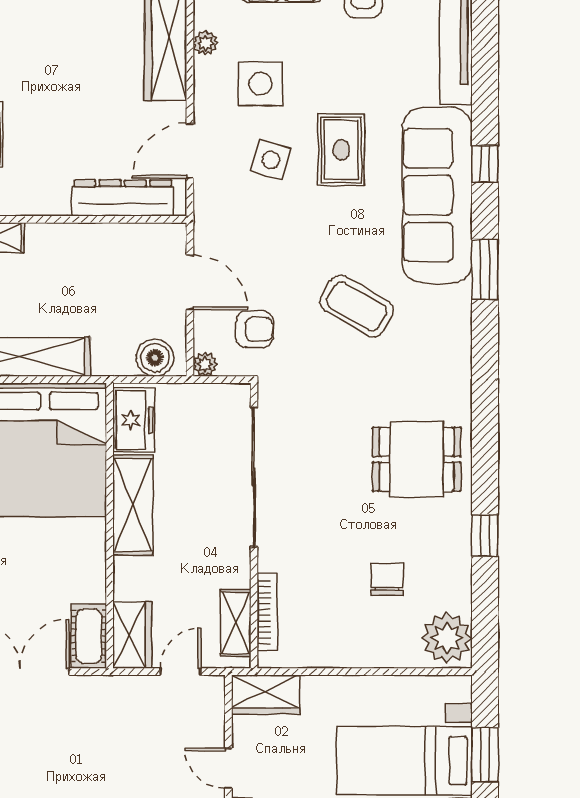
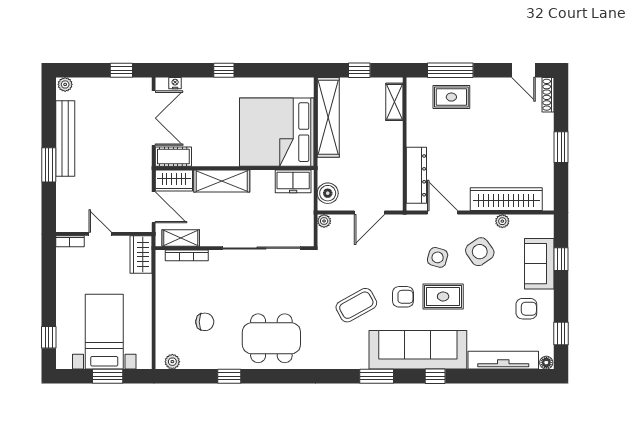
side table: (260, 84) -> (480, 252), turned -35
coffee table: (357, 306) -> (356, 305), turned 31
armchair: (254, 329) -> (403, 297), moved, turned -90
dining table: (417, 459) -> (271, 338), width x1.38
shelving: (133, 505) -> (222, 181), moved
plant: (447, 638) -> (172, 362), width x0.53, depth x0.53
door: (181, 672) -> (154, 207), width x1.38
door: (228, 768) -> (100, 234), hinge flipped

